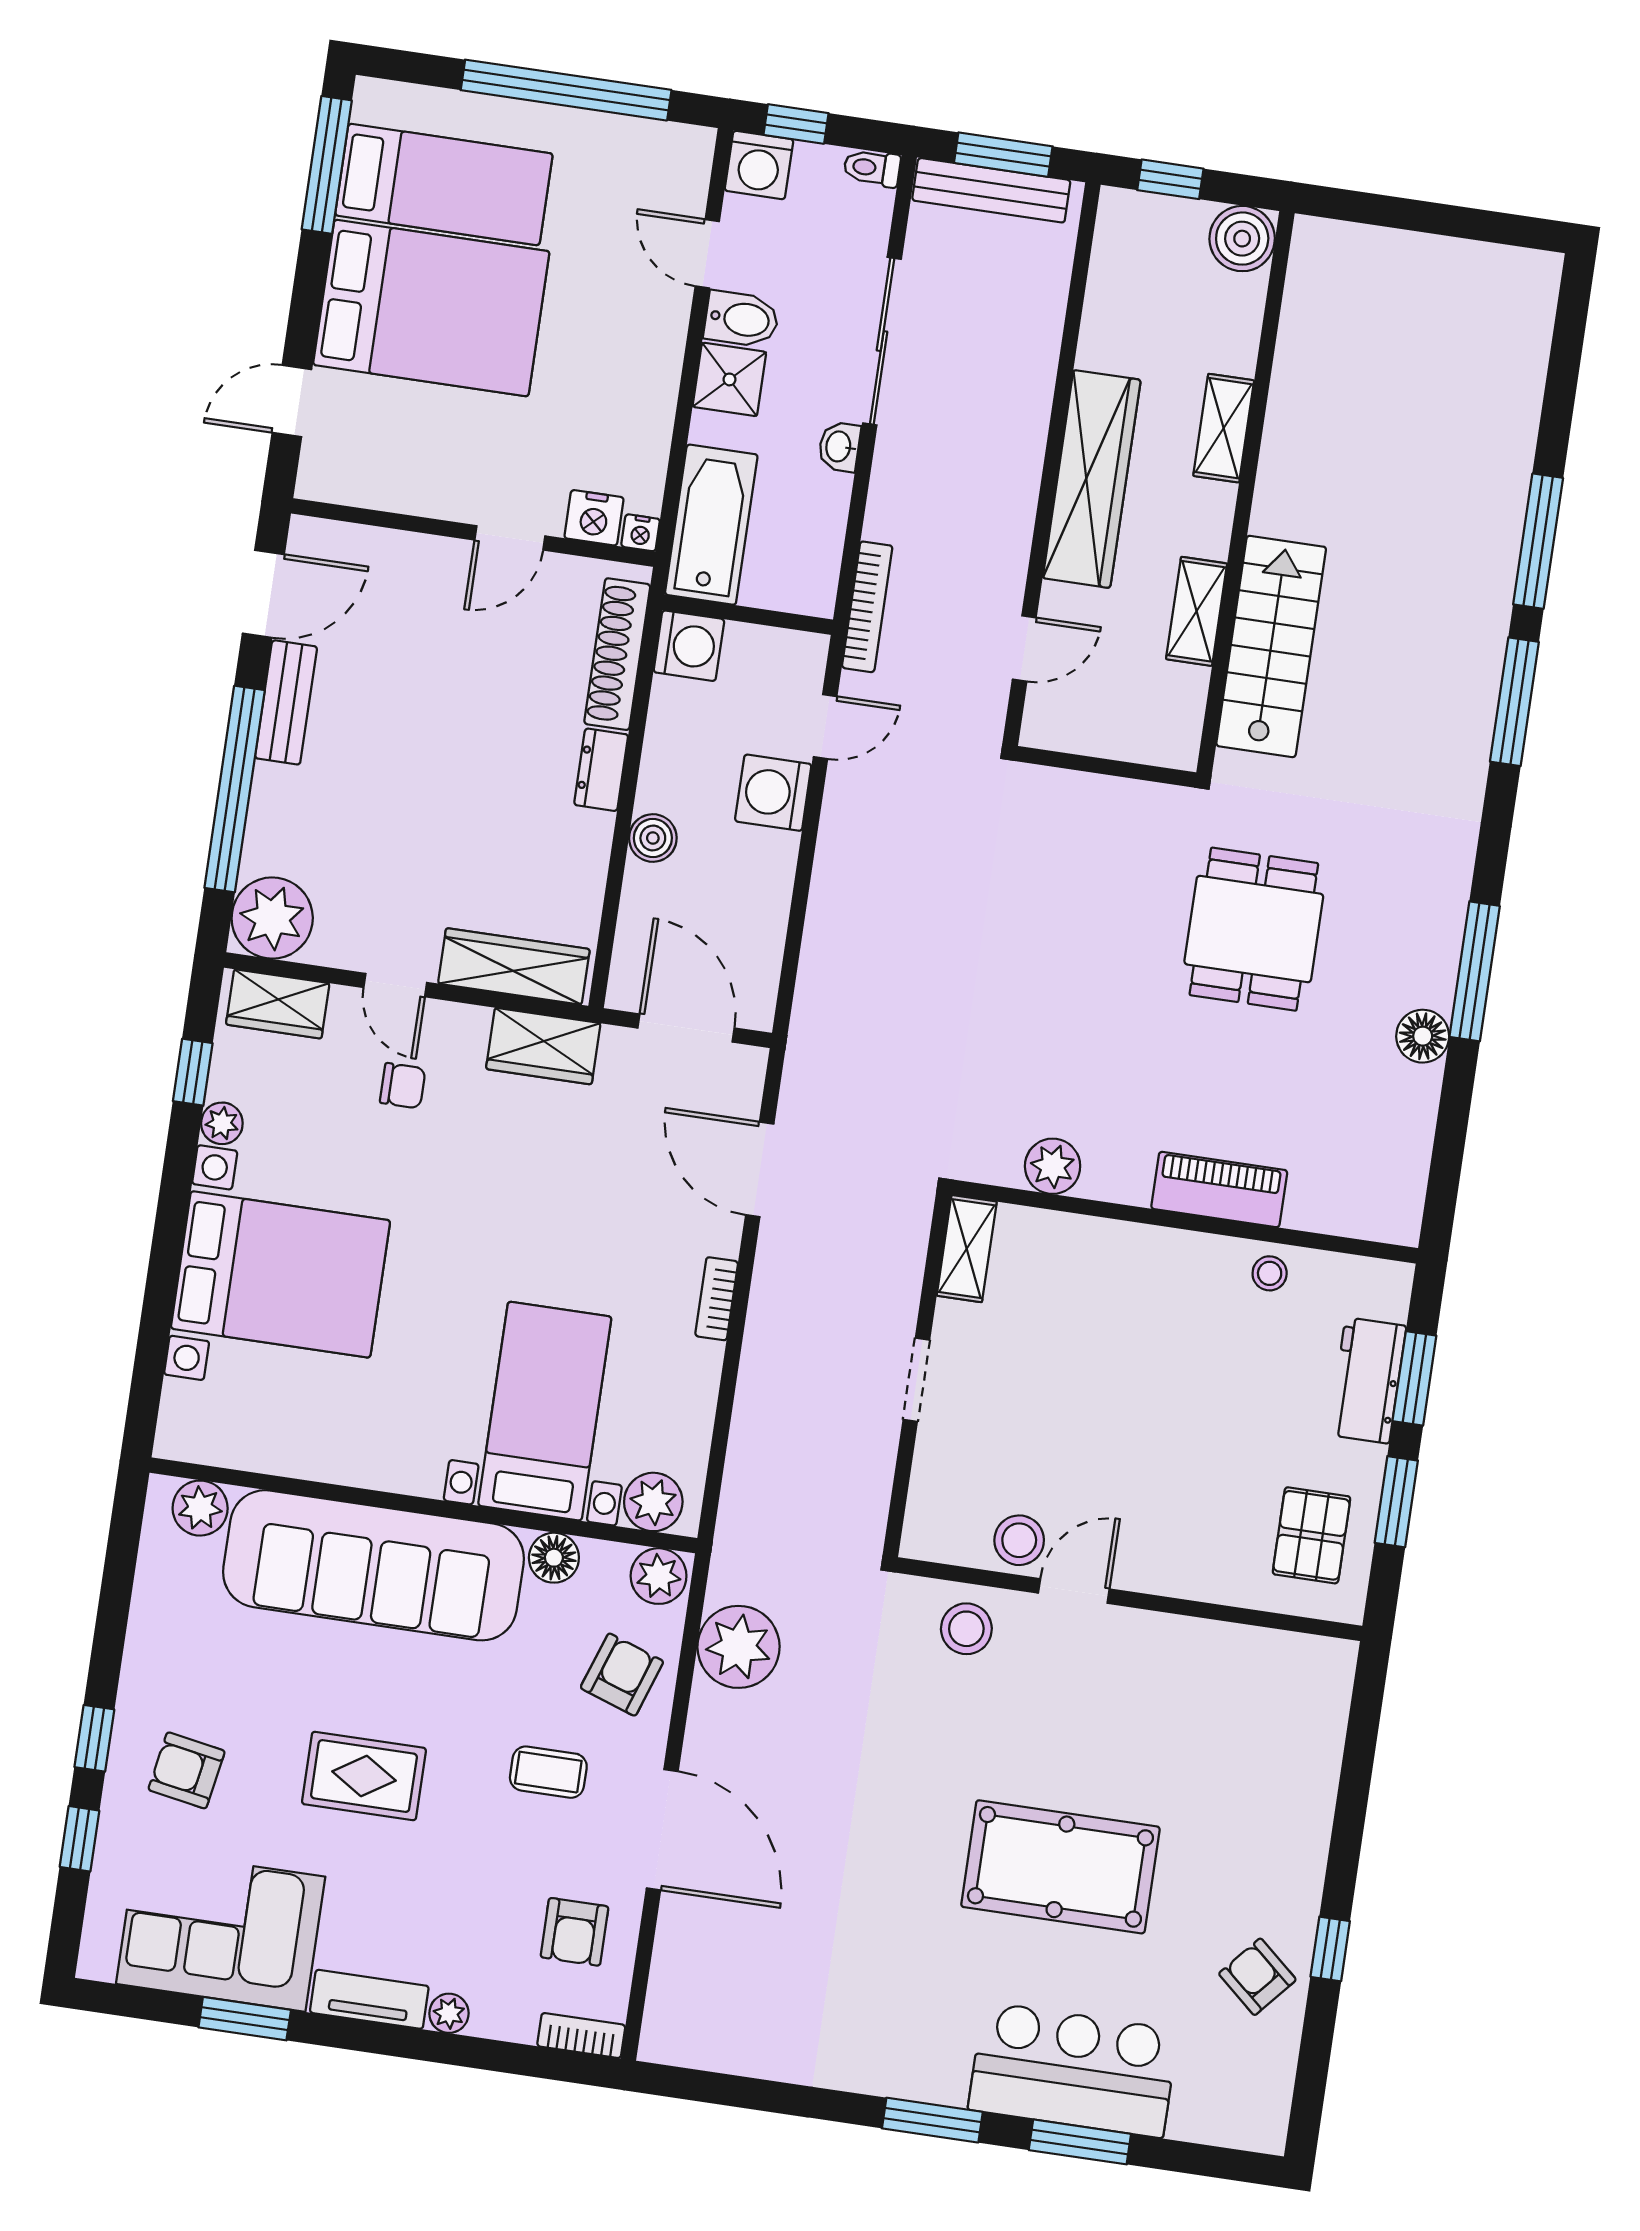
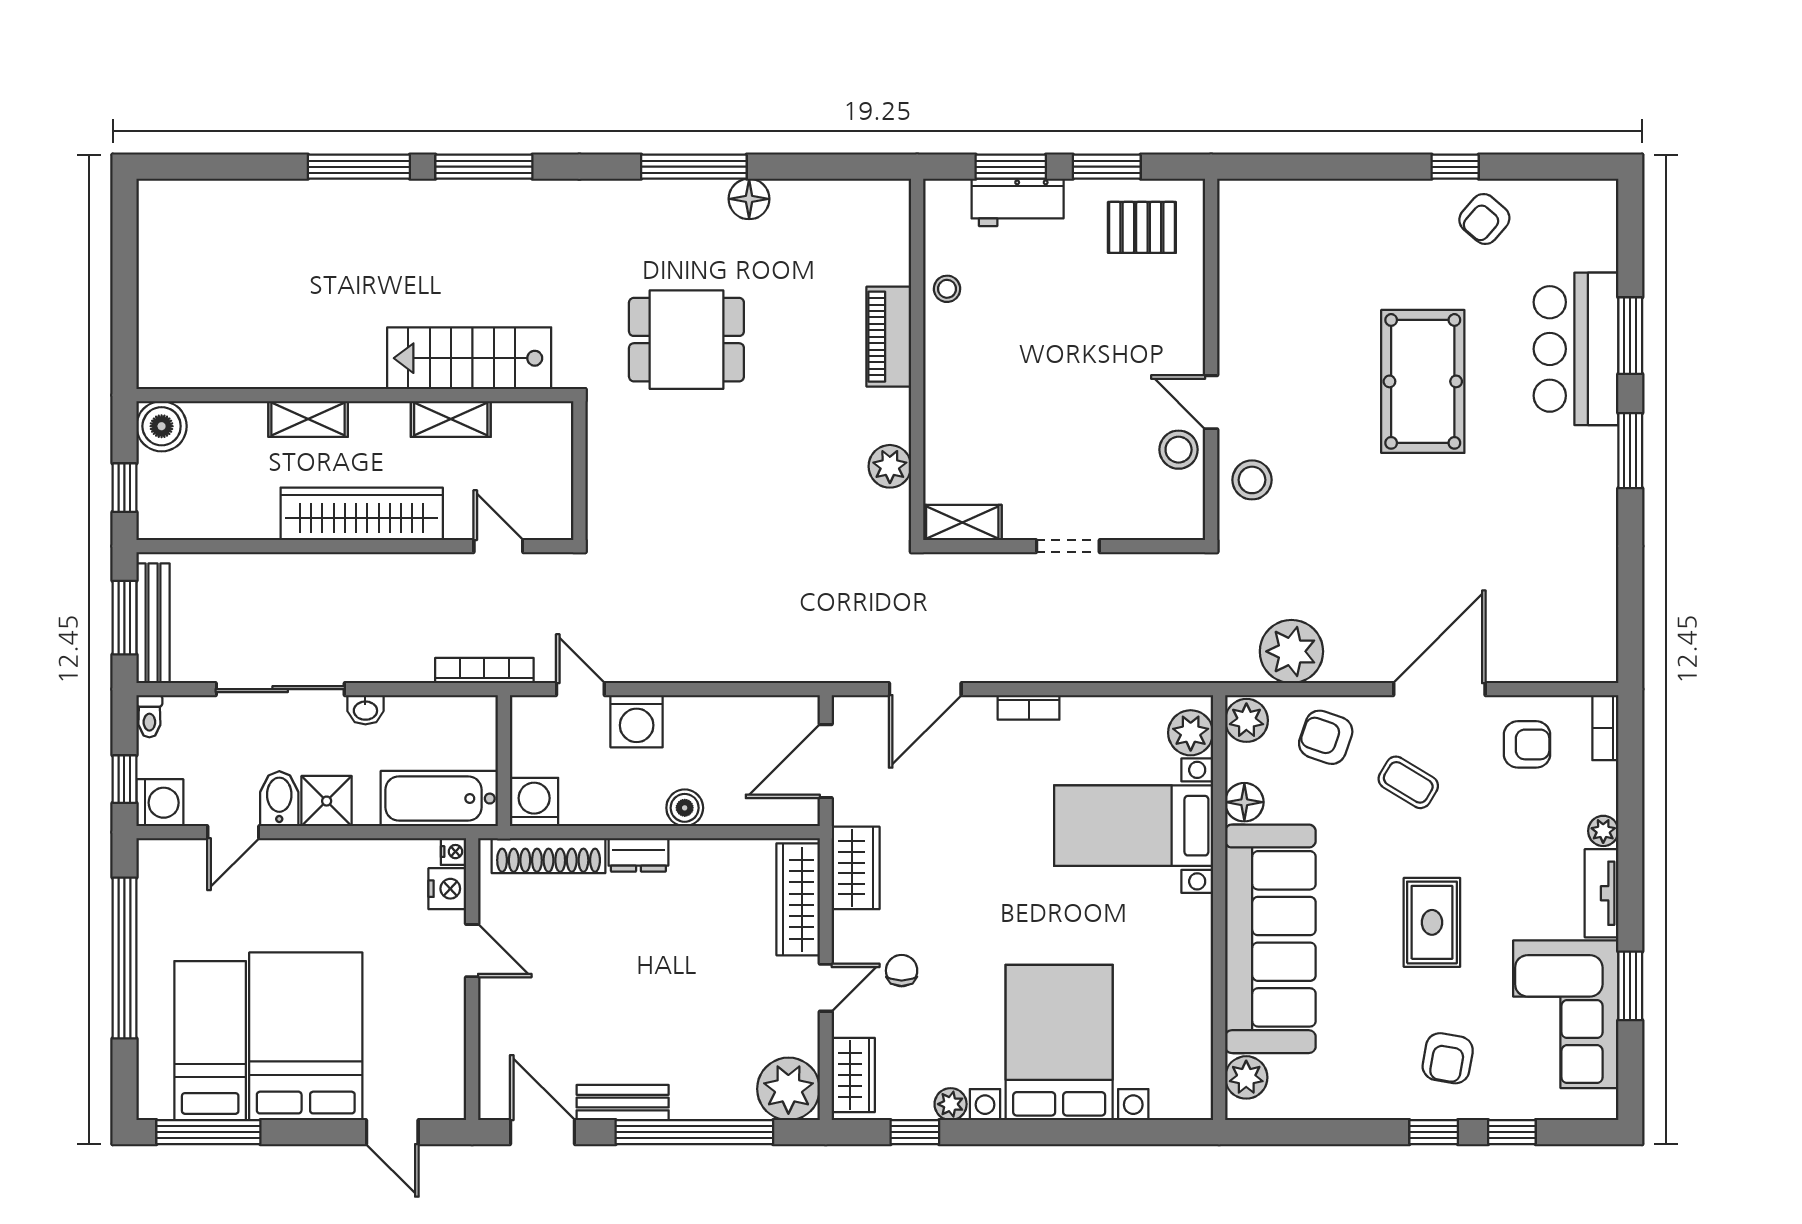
coffee table: (548, 1772) -> (1408, 782), turned -59

